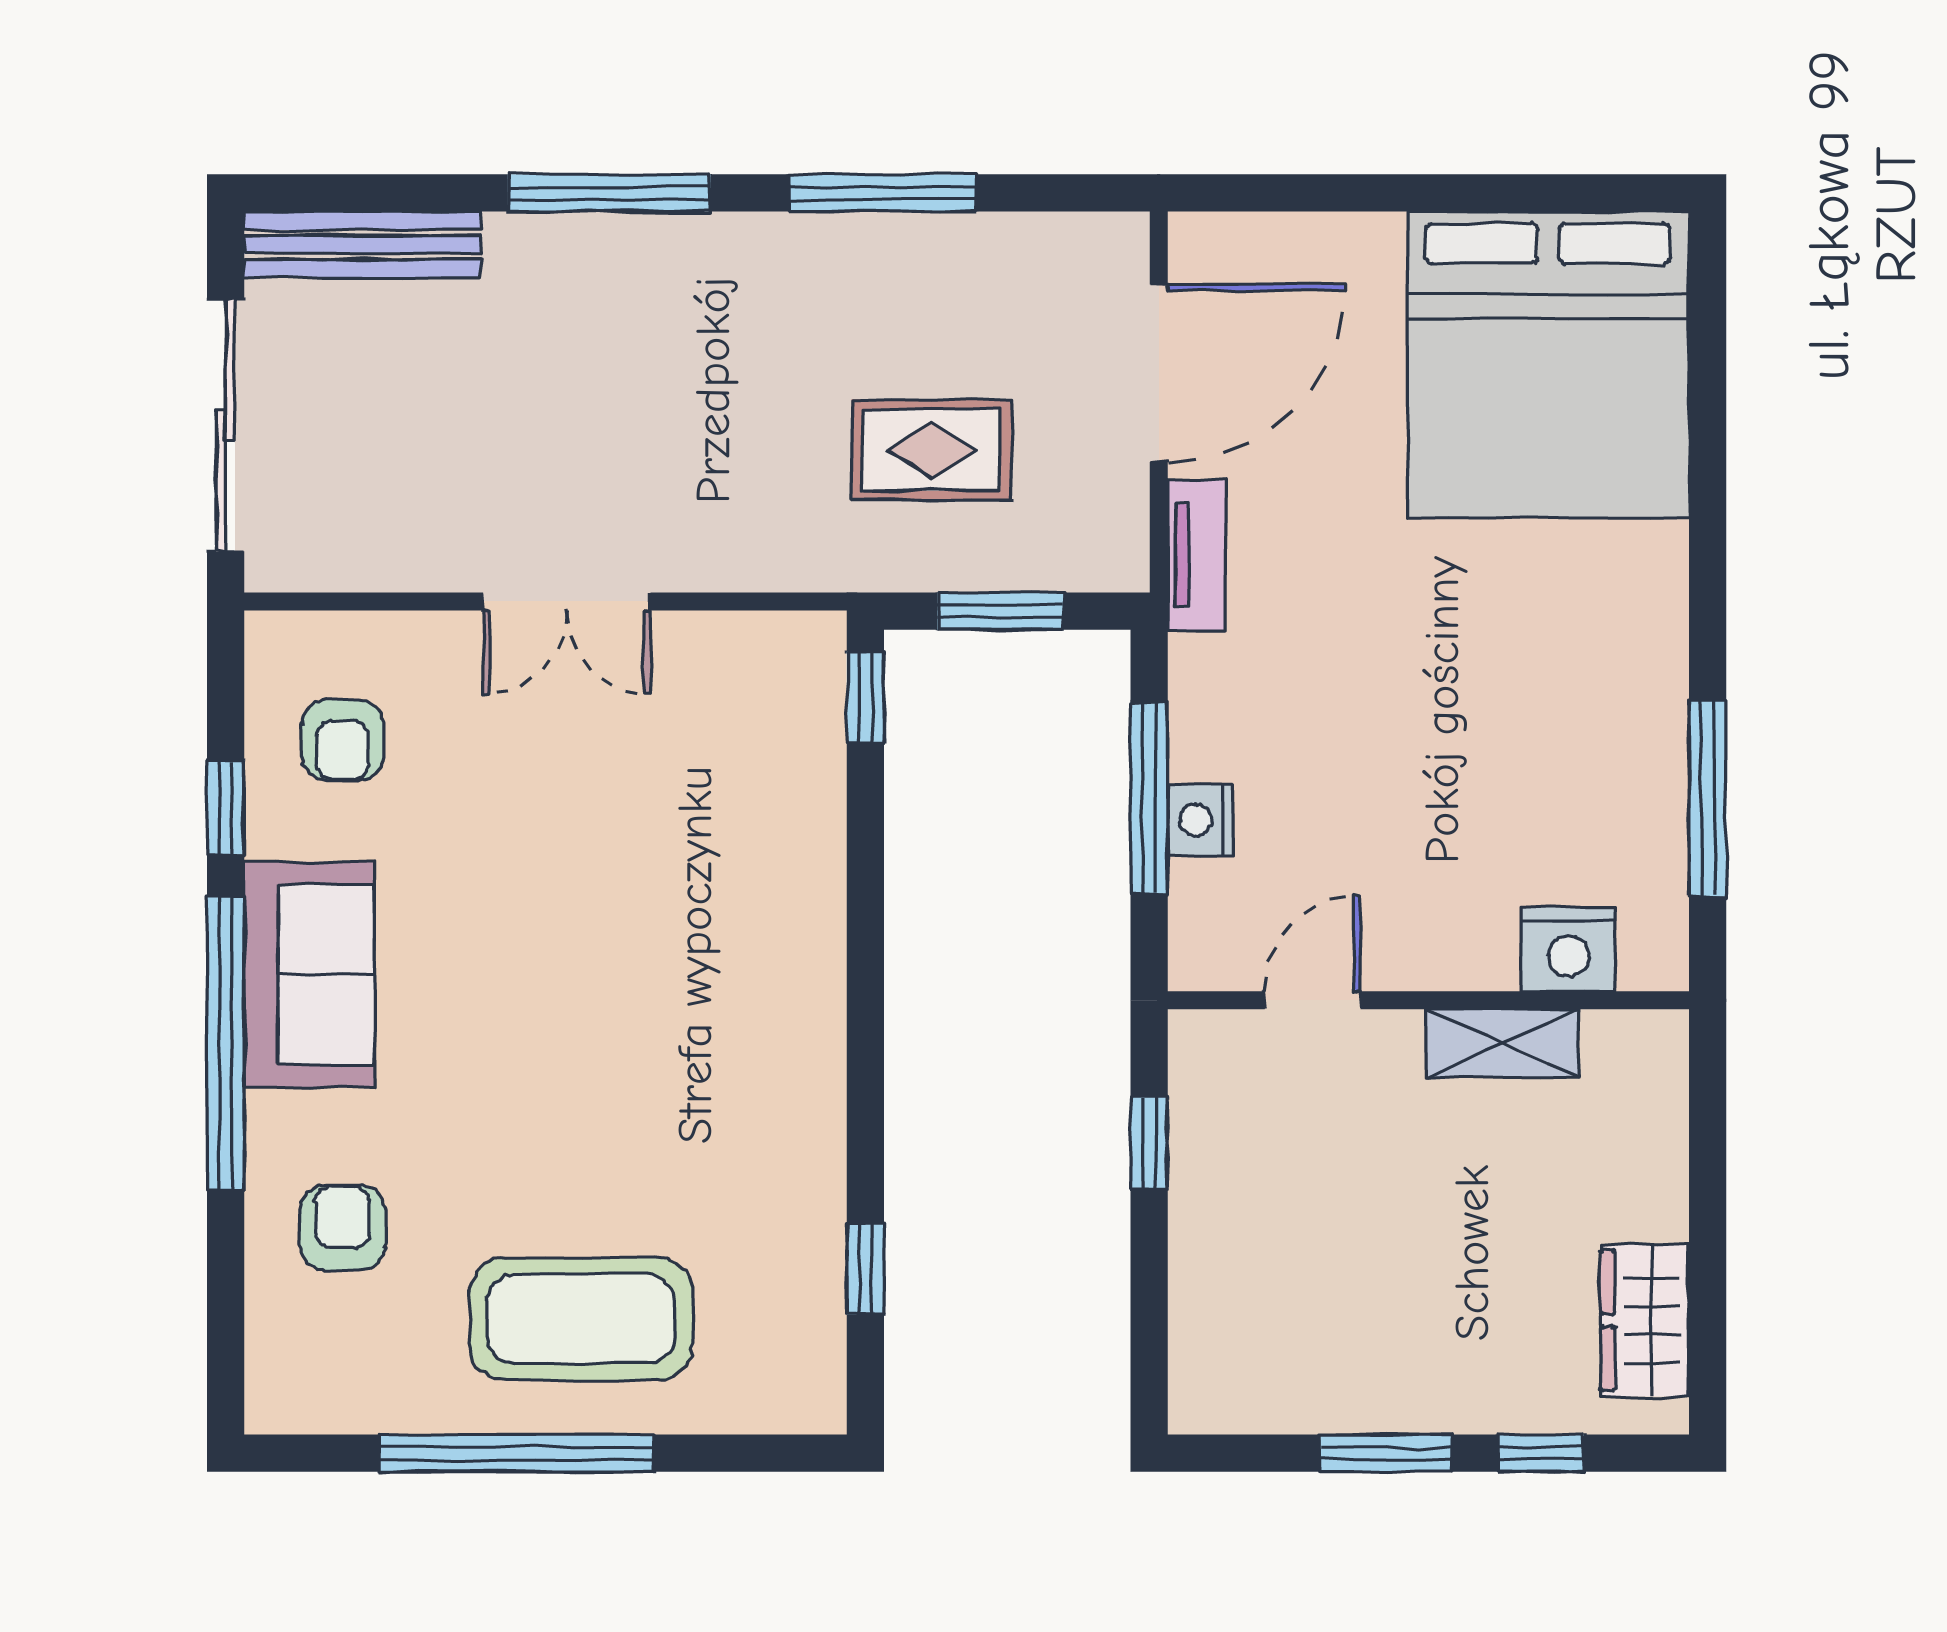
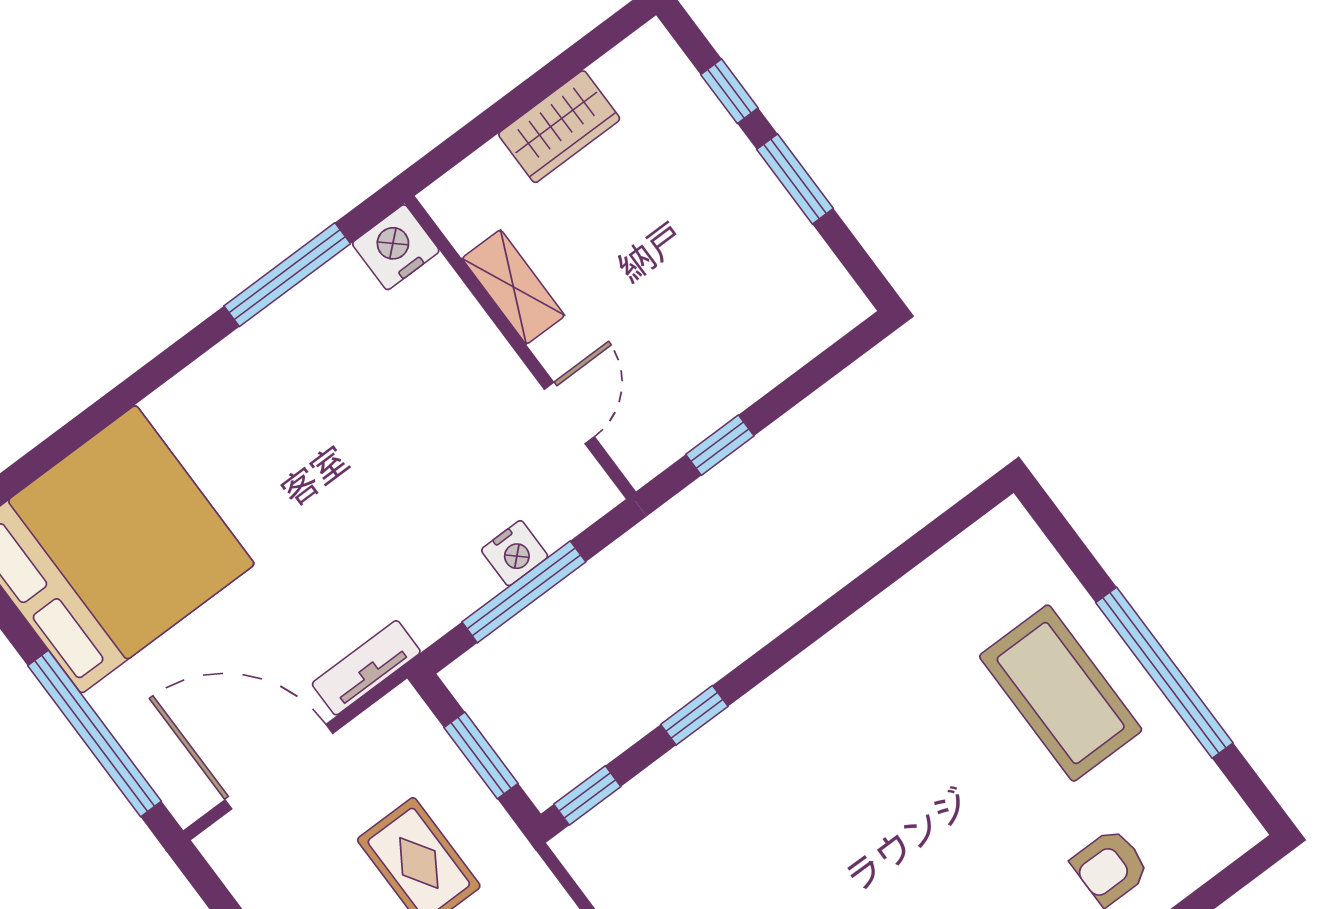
window: (1352, 193) -> (95, 733), added
nightstand: (1569, 949) -> (396, 247), moved, turned -90
door: (1313, 1000) -> (569, 413), swing flipped
window: (865, 1269) -> (694, 715), moved
wardrobe: (1645, 1320) -> (559, 127), moved

